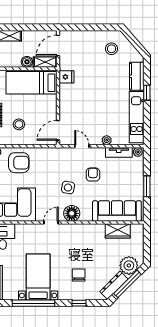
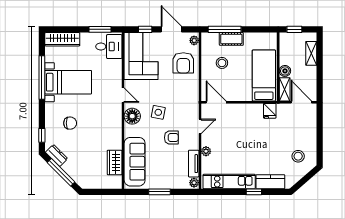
plant: (129, 265) -> (80, 174), removed
dresser: (114, 285) -> (57, 155), width x0.70
window: (79, 303) -> (42, 135), moved

